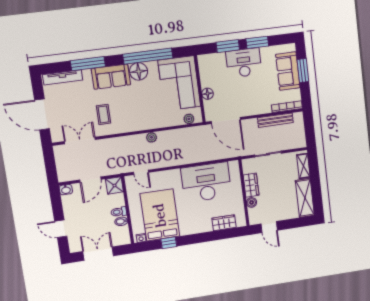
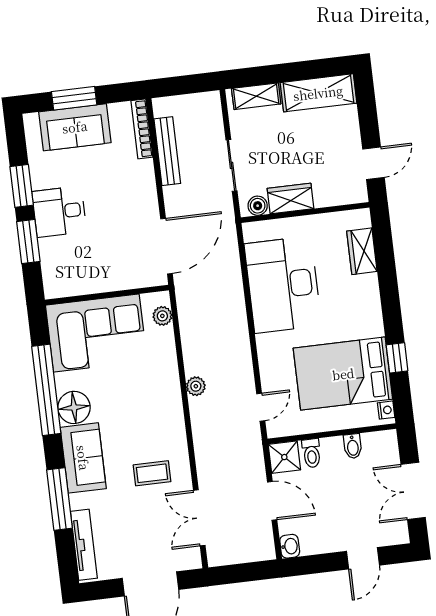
desk: (244, 63) -> (59, 212), width x0.73
floor lamp: (208, 94) -> (116, 280), removed
boiler: (252, 202) -> (258, 206), moved
toilet: (119, 212) -> (312, 453), moved

